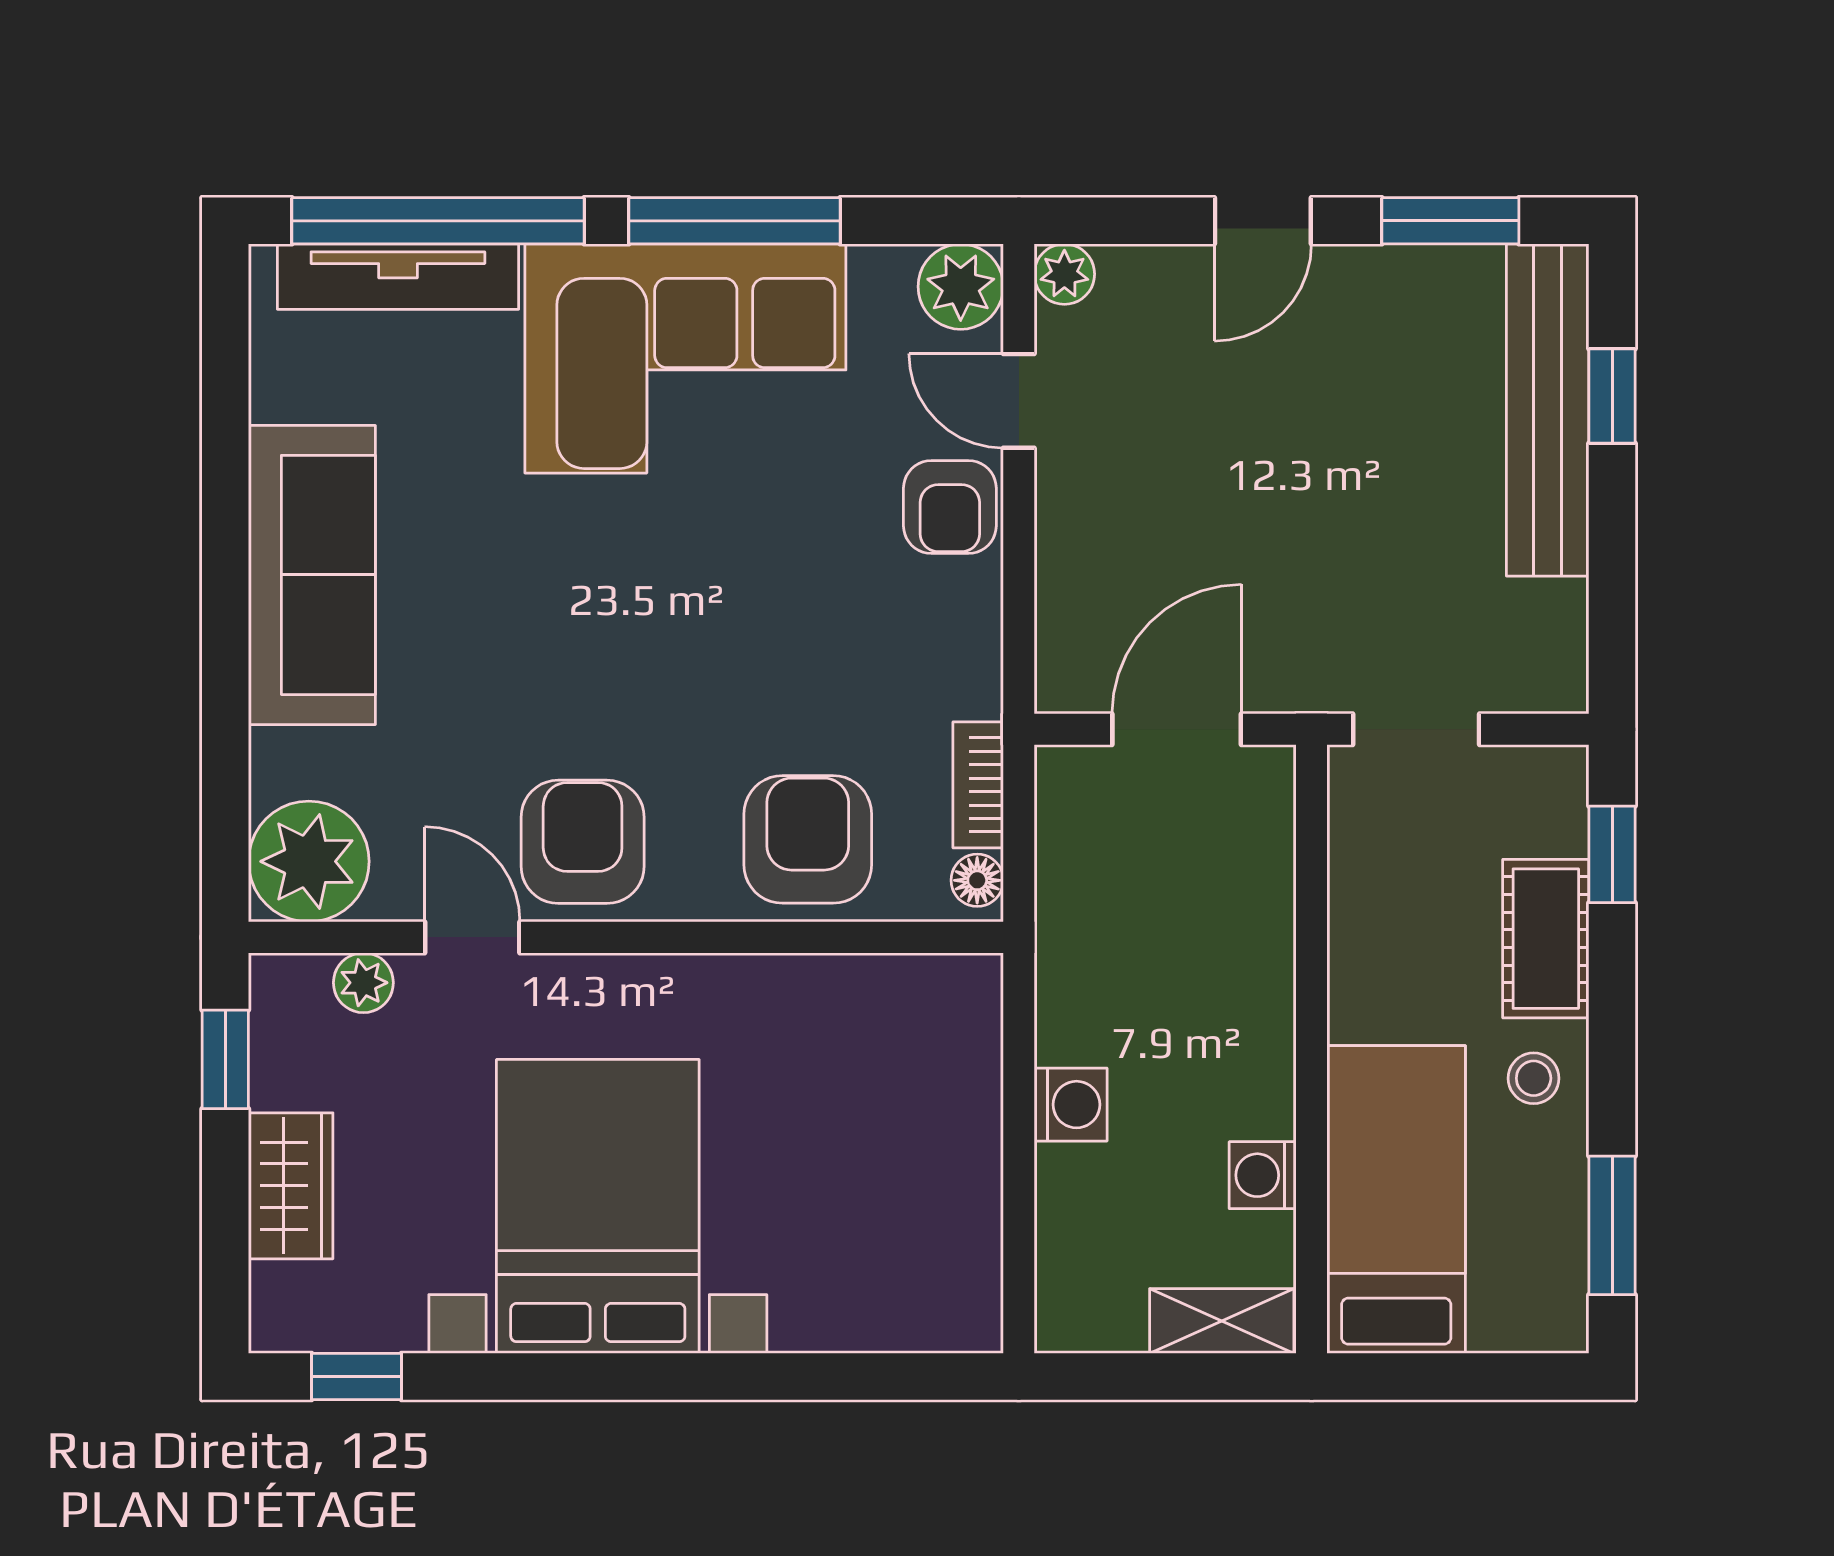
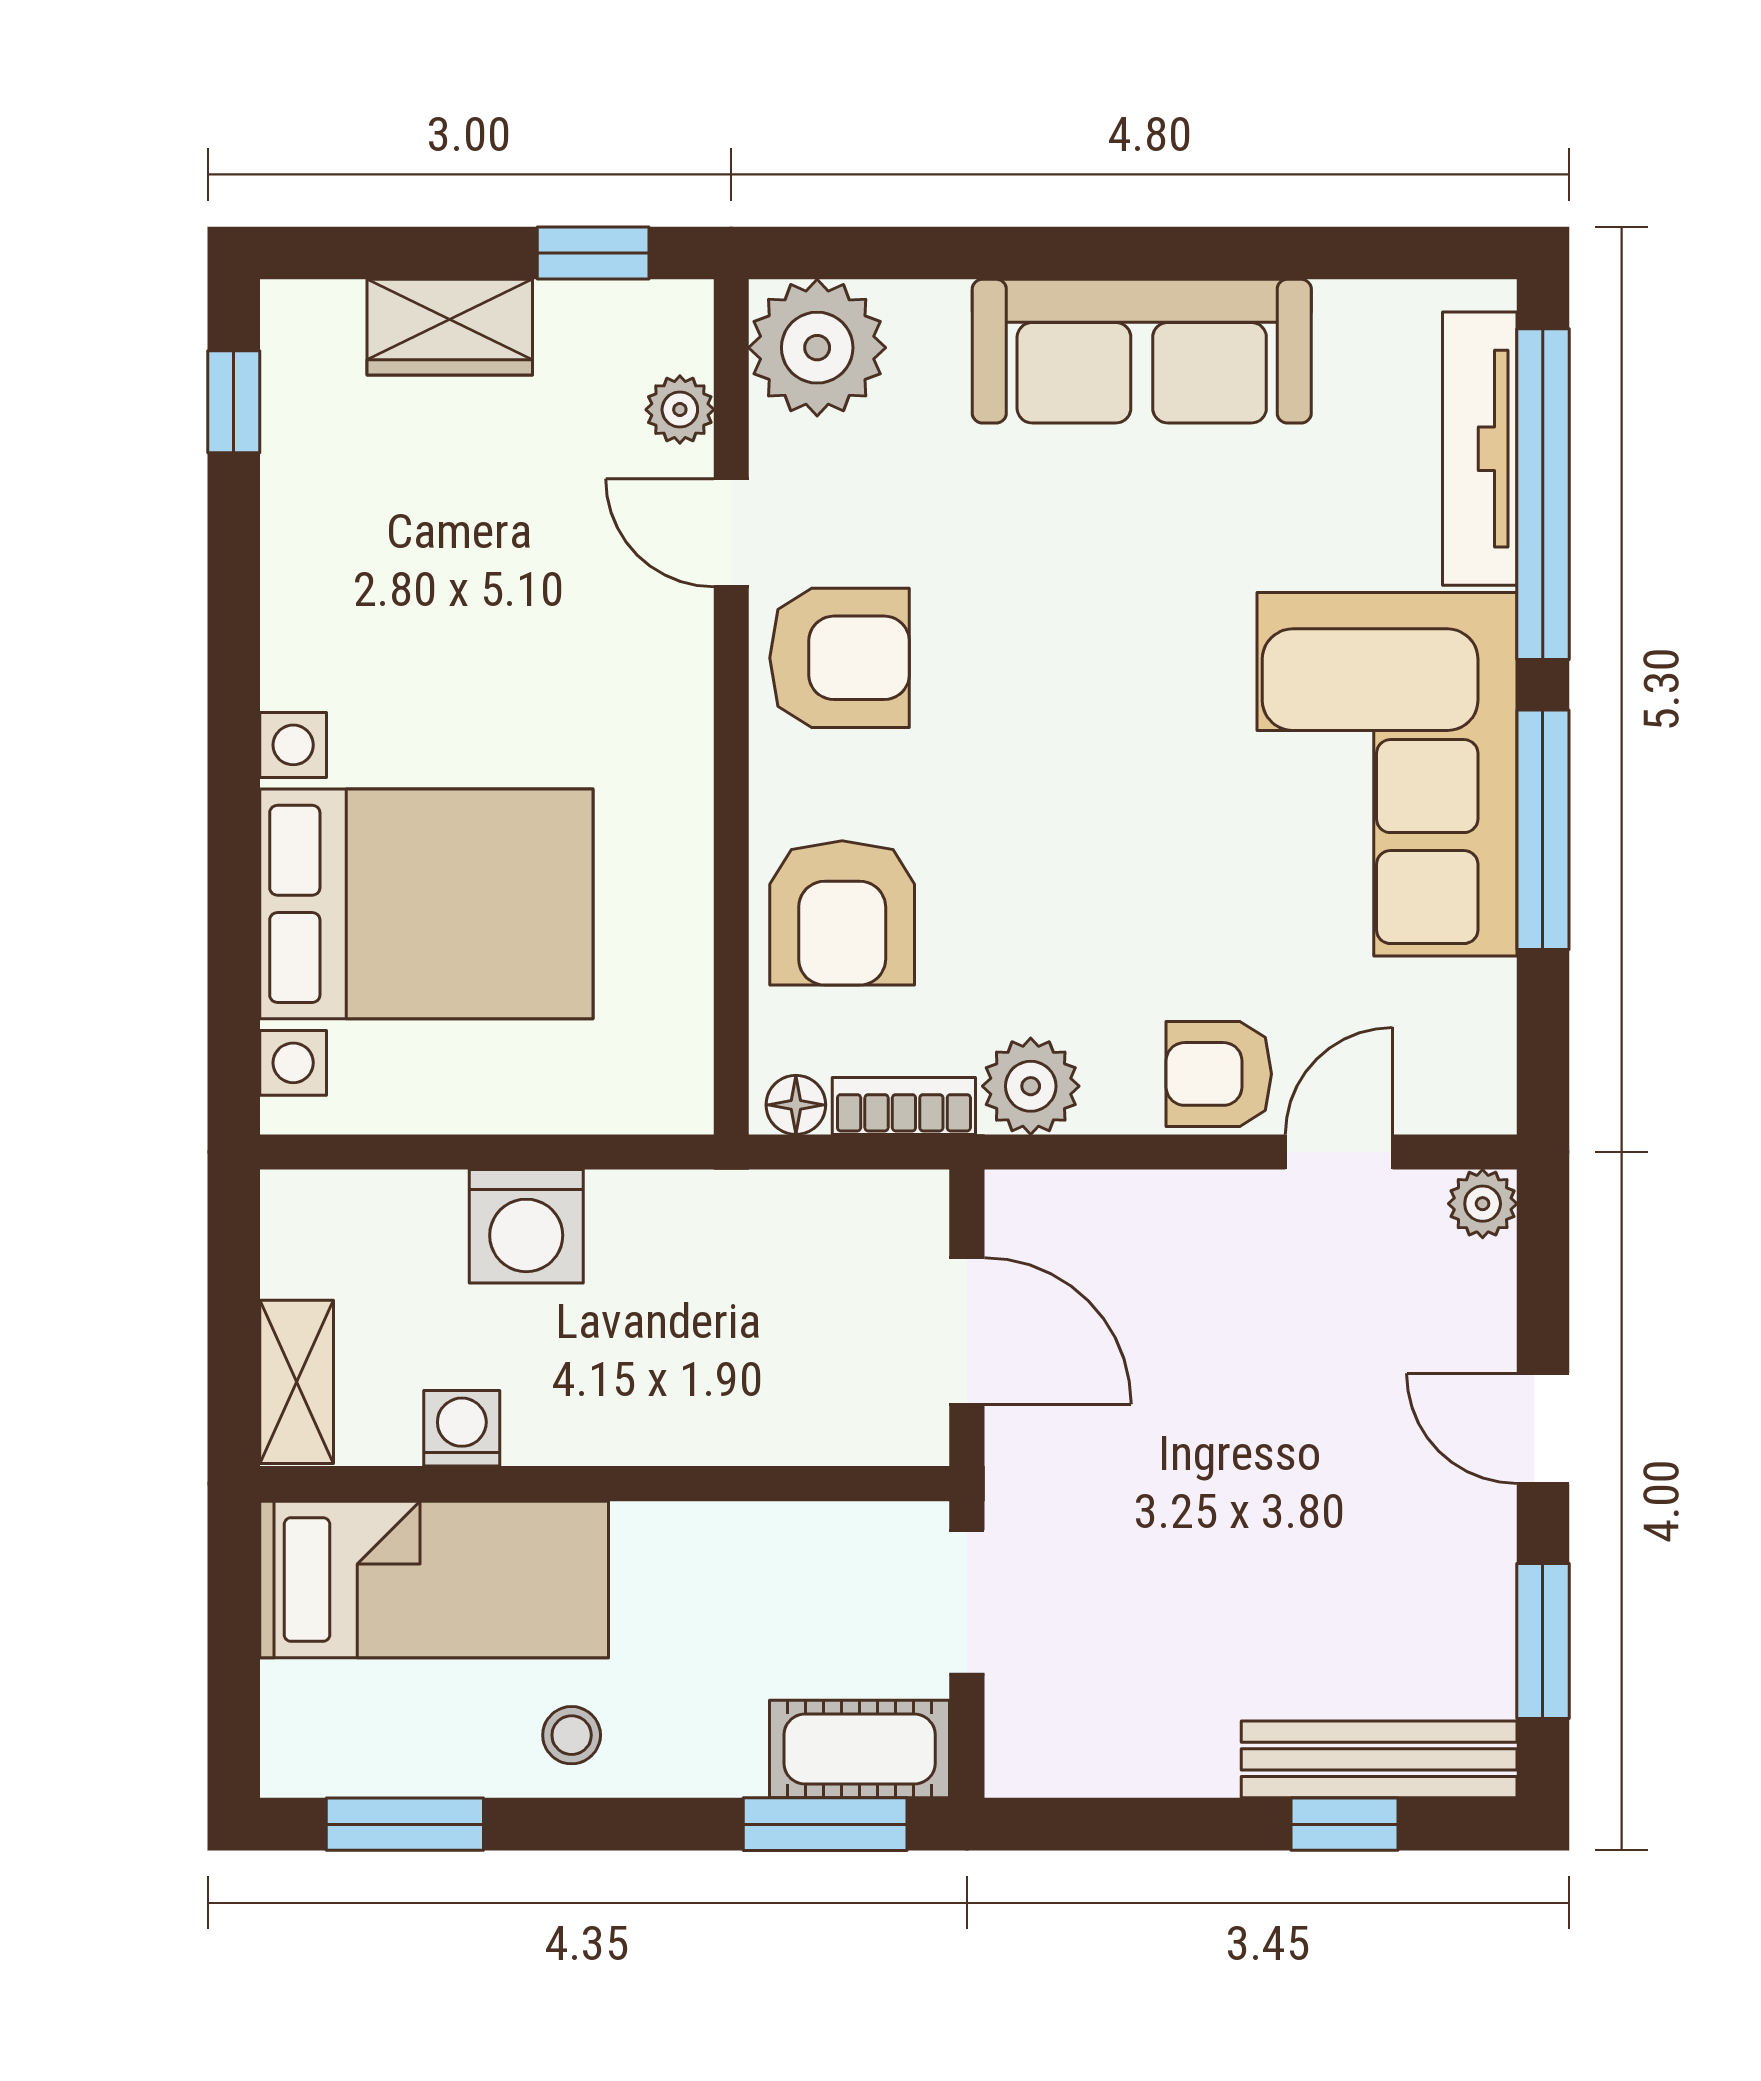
plant: (961, 287) -> (1031, 1086), moved
bench: (1548, 410) -> (1379, 1759), width x0.73, depth x0.82
armchair: (808, 839) -> (842, 913), turned 90
window: (1612, 854) -> (825, 1824), width x1.50
door: (472, 937) -> (731, 533), swing flipped
cot: (1546, 939) -> (860, 1749), moved
washing machine: (1071, 1105) -> (526, 1226), width x1.38, depth x1.38
bed with nightstands: (598, 1206) -> (426, 904), moved

